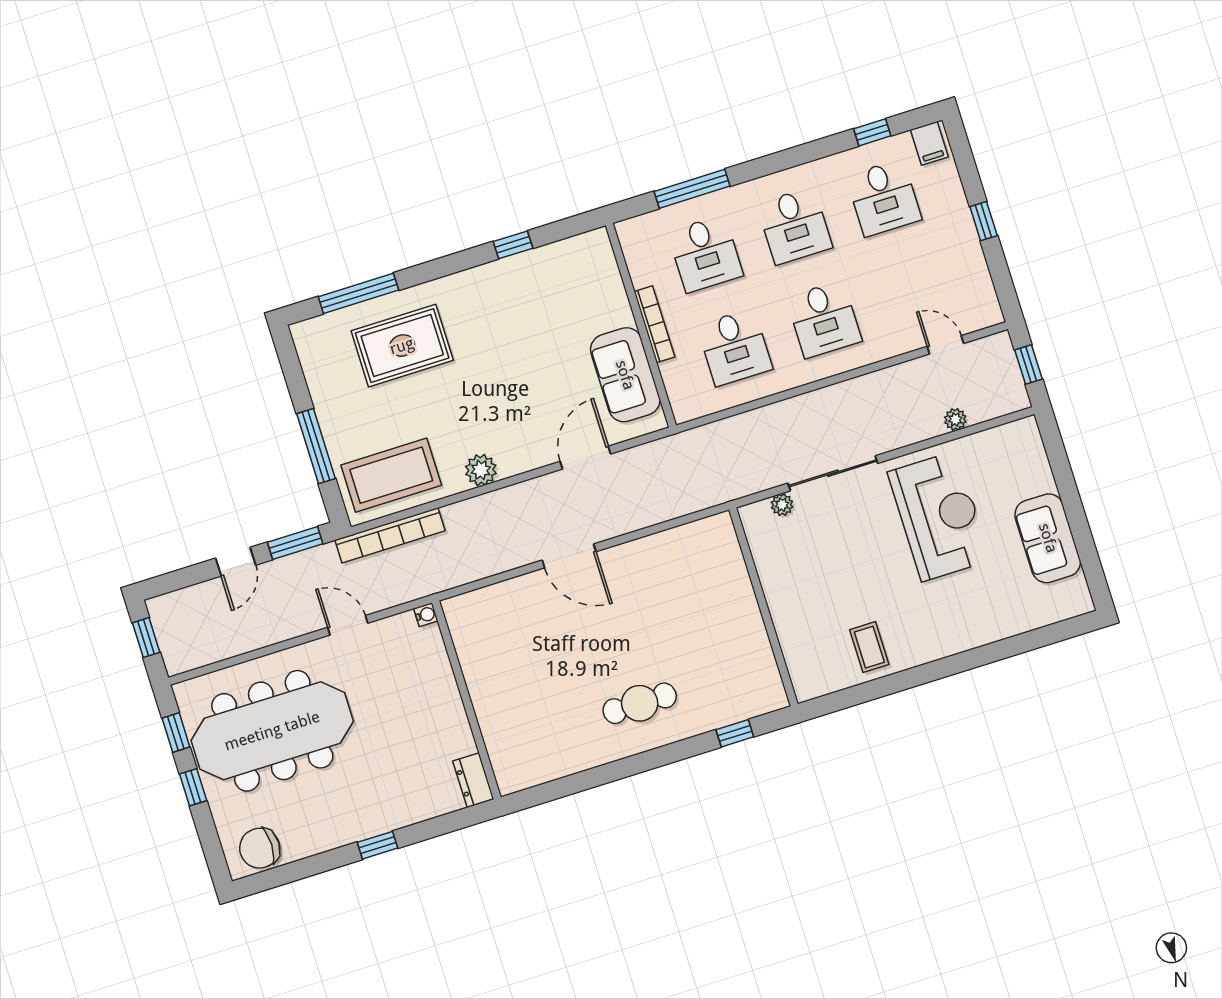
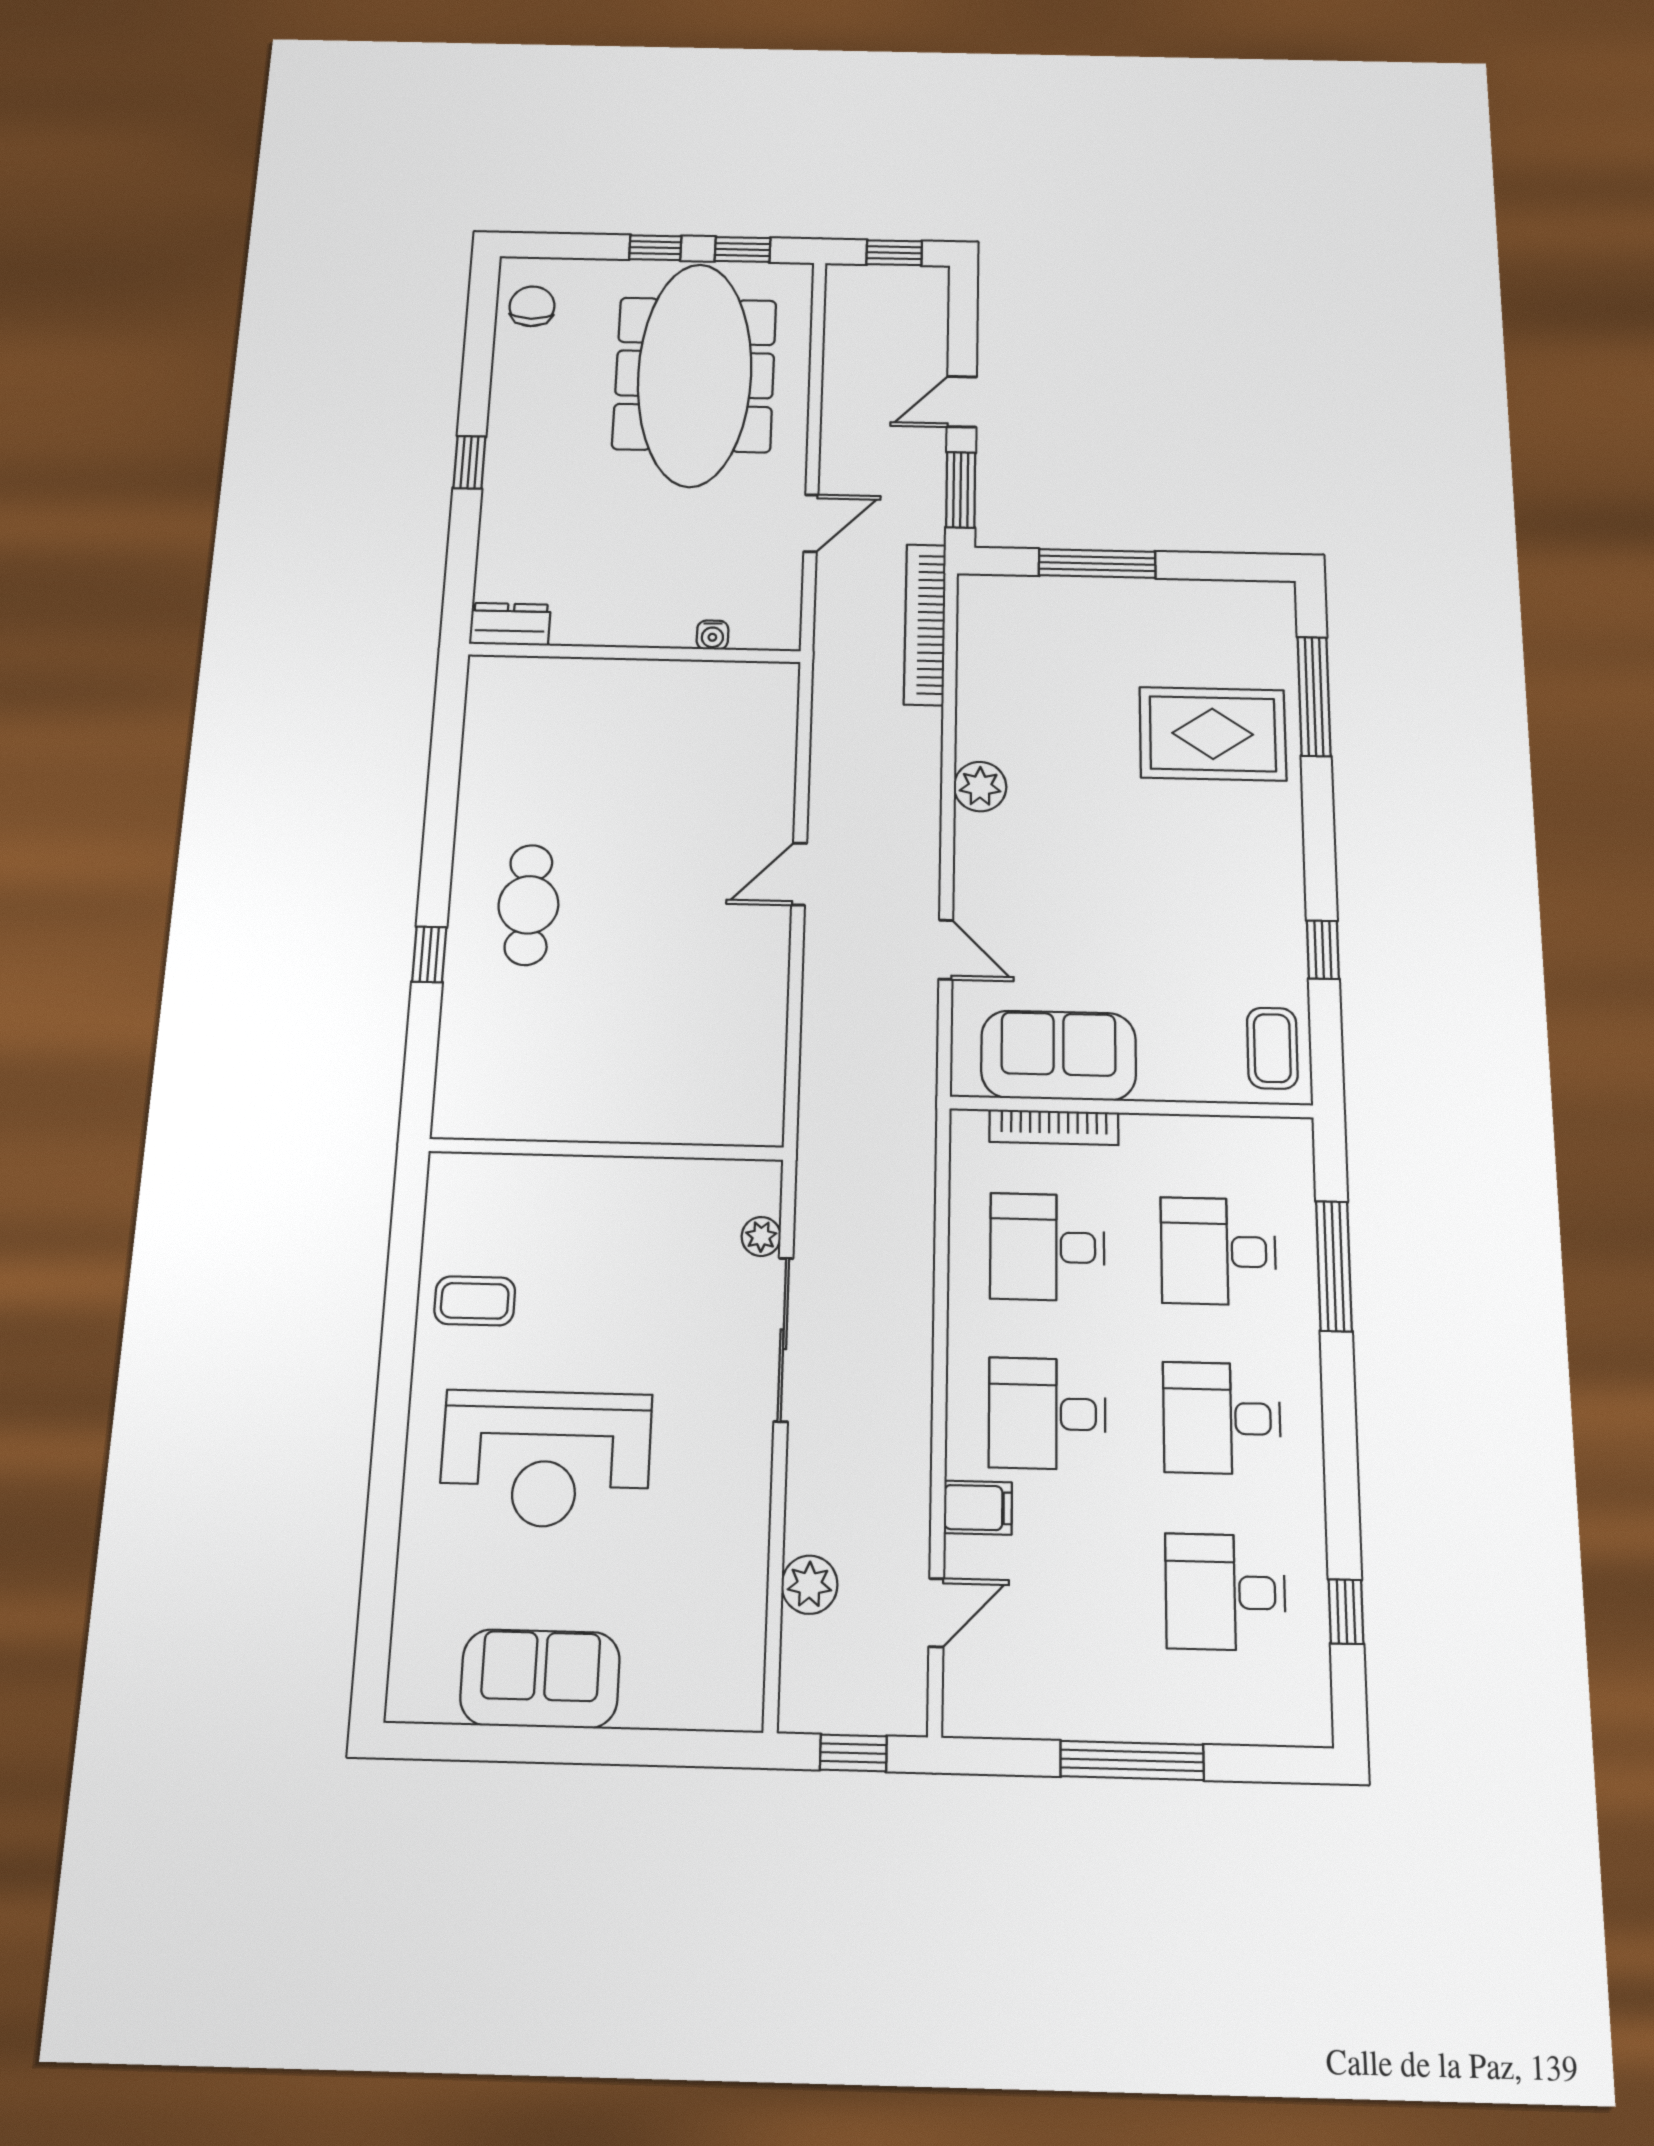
filing cabinet: (929, 143) -> (978, 1508), moved, turned 180
window: (984, 221) -> (1132, 1760), width x2.17
bookcase: (654, 324) -> (1054, 1127), moved
rug: (402, 346) -> (1213, 734), turned 90
plant: (955, 419) -> (810, 1585), width x1.38, depth x1.38
door: (585, 458) -> (946, 950), width x0.73
coffee table: (391, 475) -> (1272, 1048), moved, width x0.54, depth x0.58
reception desk: (939, 516) -> (546, 1459), moved
door: (569, 556) -> (799, 874), width x0.73
door: (236, 562) -> (962, 402), hinge flipped
water cooler: (426, 615) -> (713, 635), moved
window: (735, 733) -> (429, 954), moved
chair: (260, 848) -> (532, 306), width x0.73, depth x0.73

